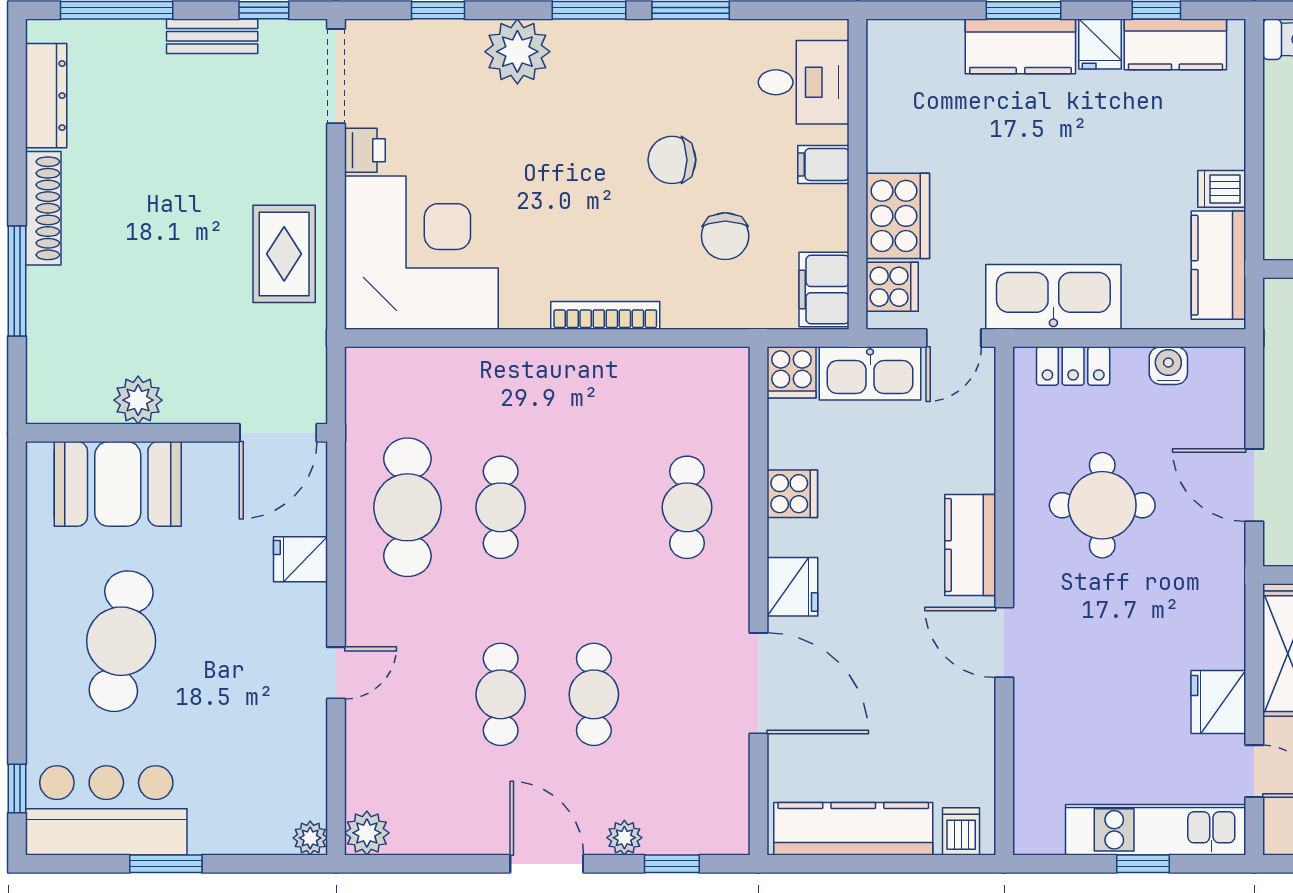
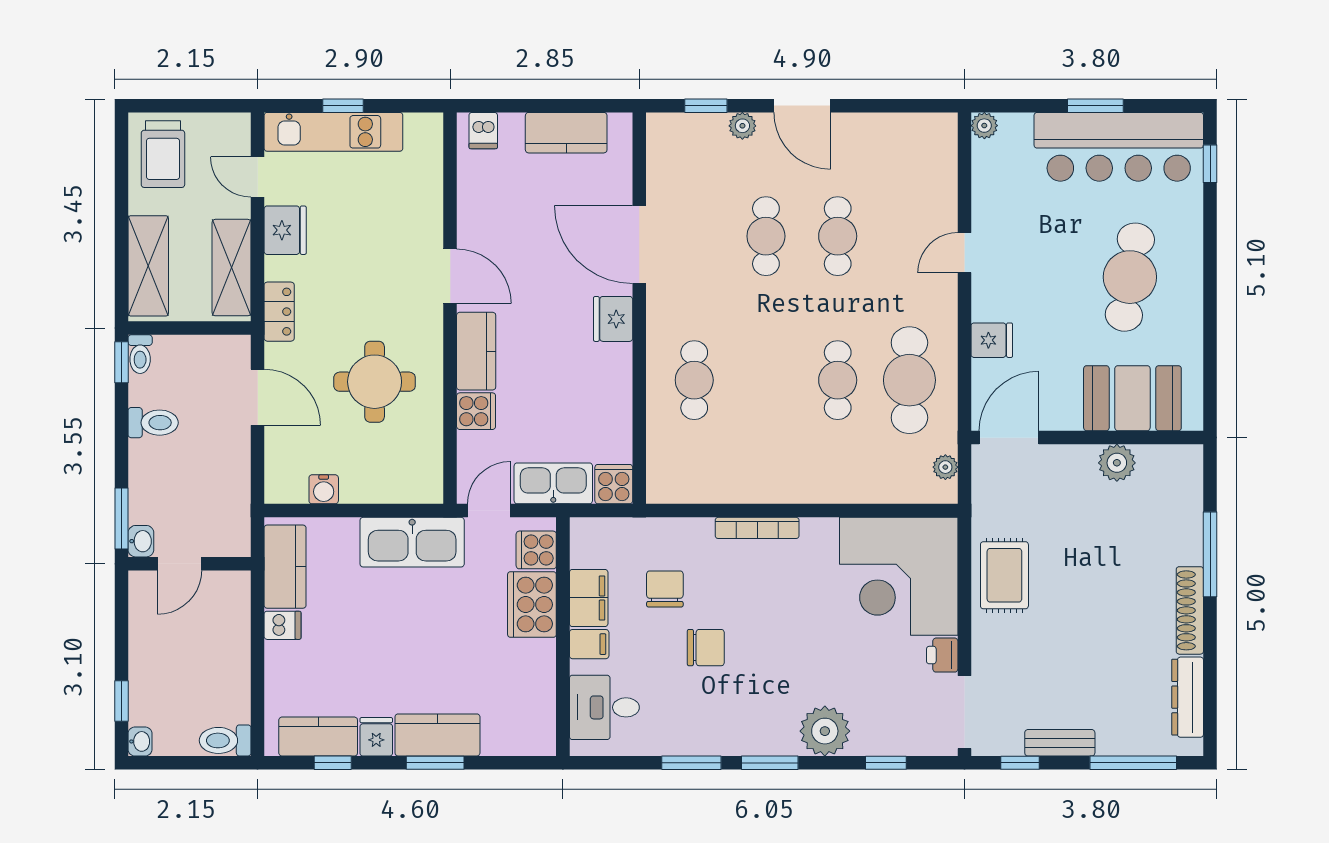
filing cabinet: (824, 290) -> (589, 598), moved
locker: (1073, 366) -> (279, 312), moved, turned 90
cooker: (792, 494) -> (476, 411), moved, turned 180
bar counter: (106, 810) -> (1119, 147), width x1.36
kitchen counter: (853, 829) -> (566, 133), width x0.67
plant: (367, 833) -> (945, 467), moved, width x0.73, depth x0.73

